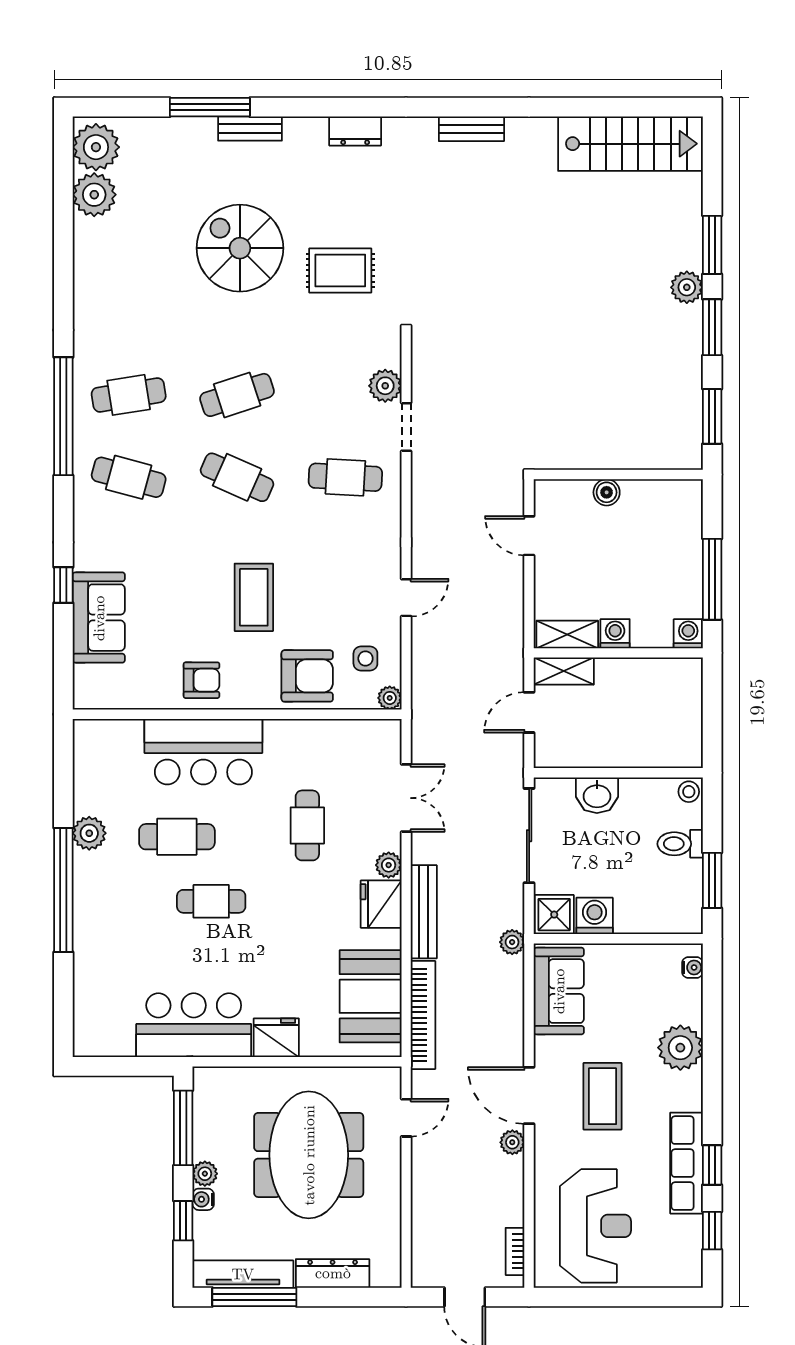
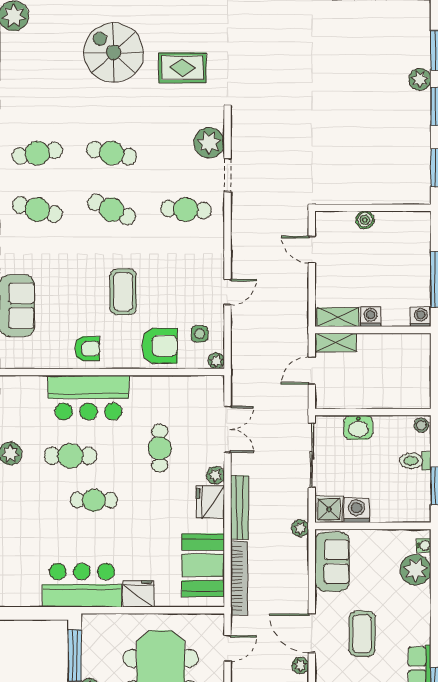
plant: (385, 386) -> (209, 143), width x1.36, depth x1.36
cafe table: (237, 395) -> (112, 153), turned 30
plant: (680, 1048) -> (415, 570), moved

